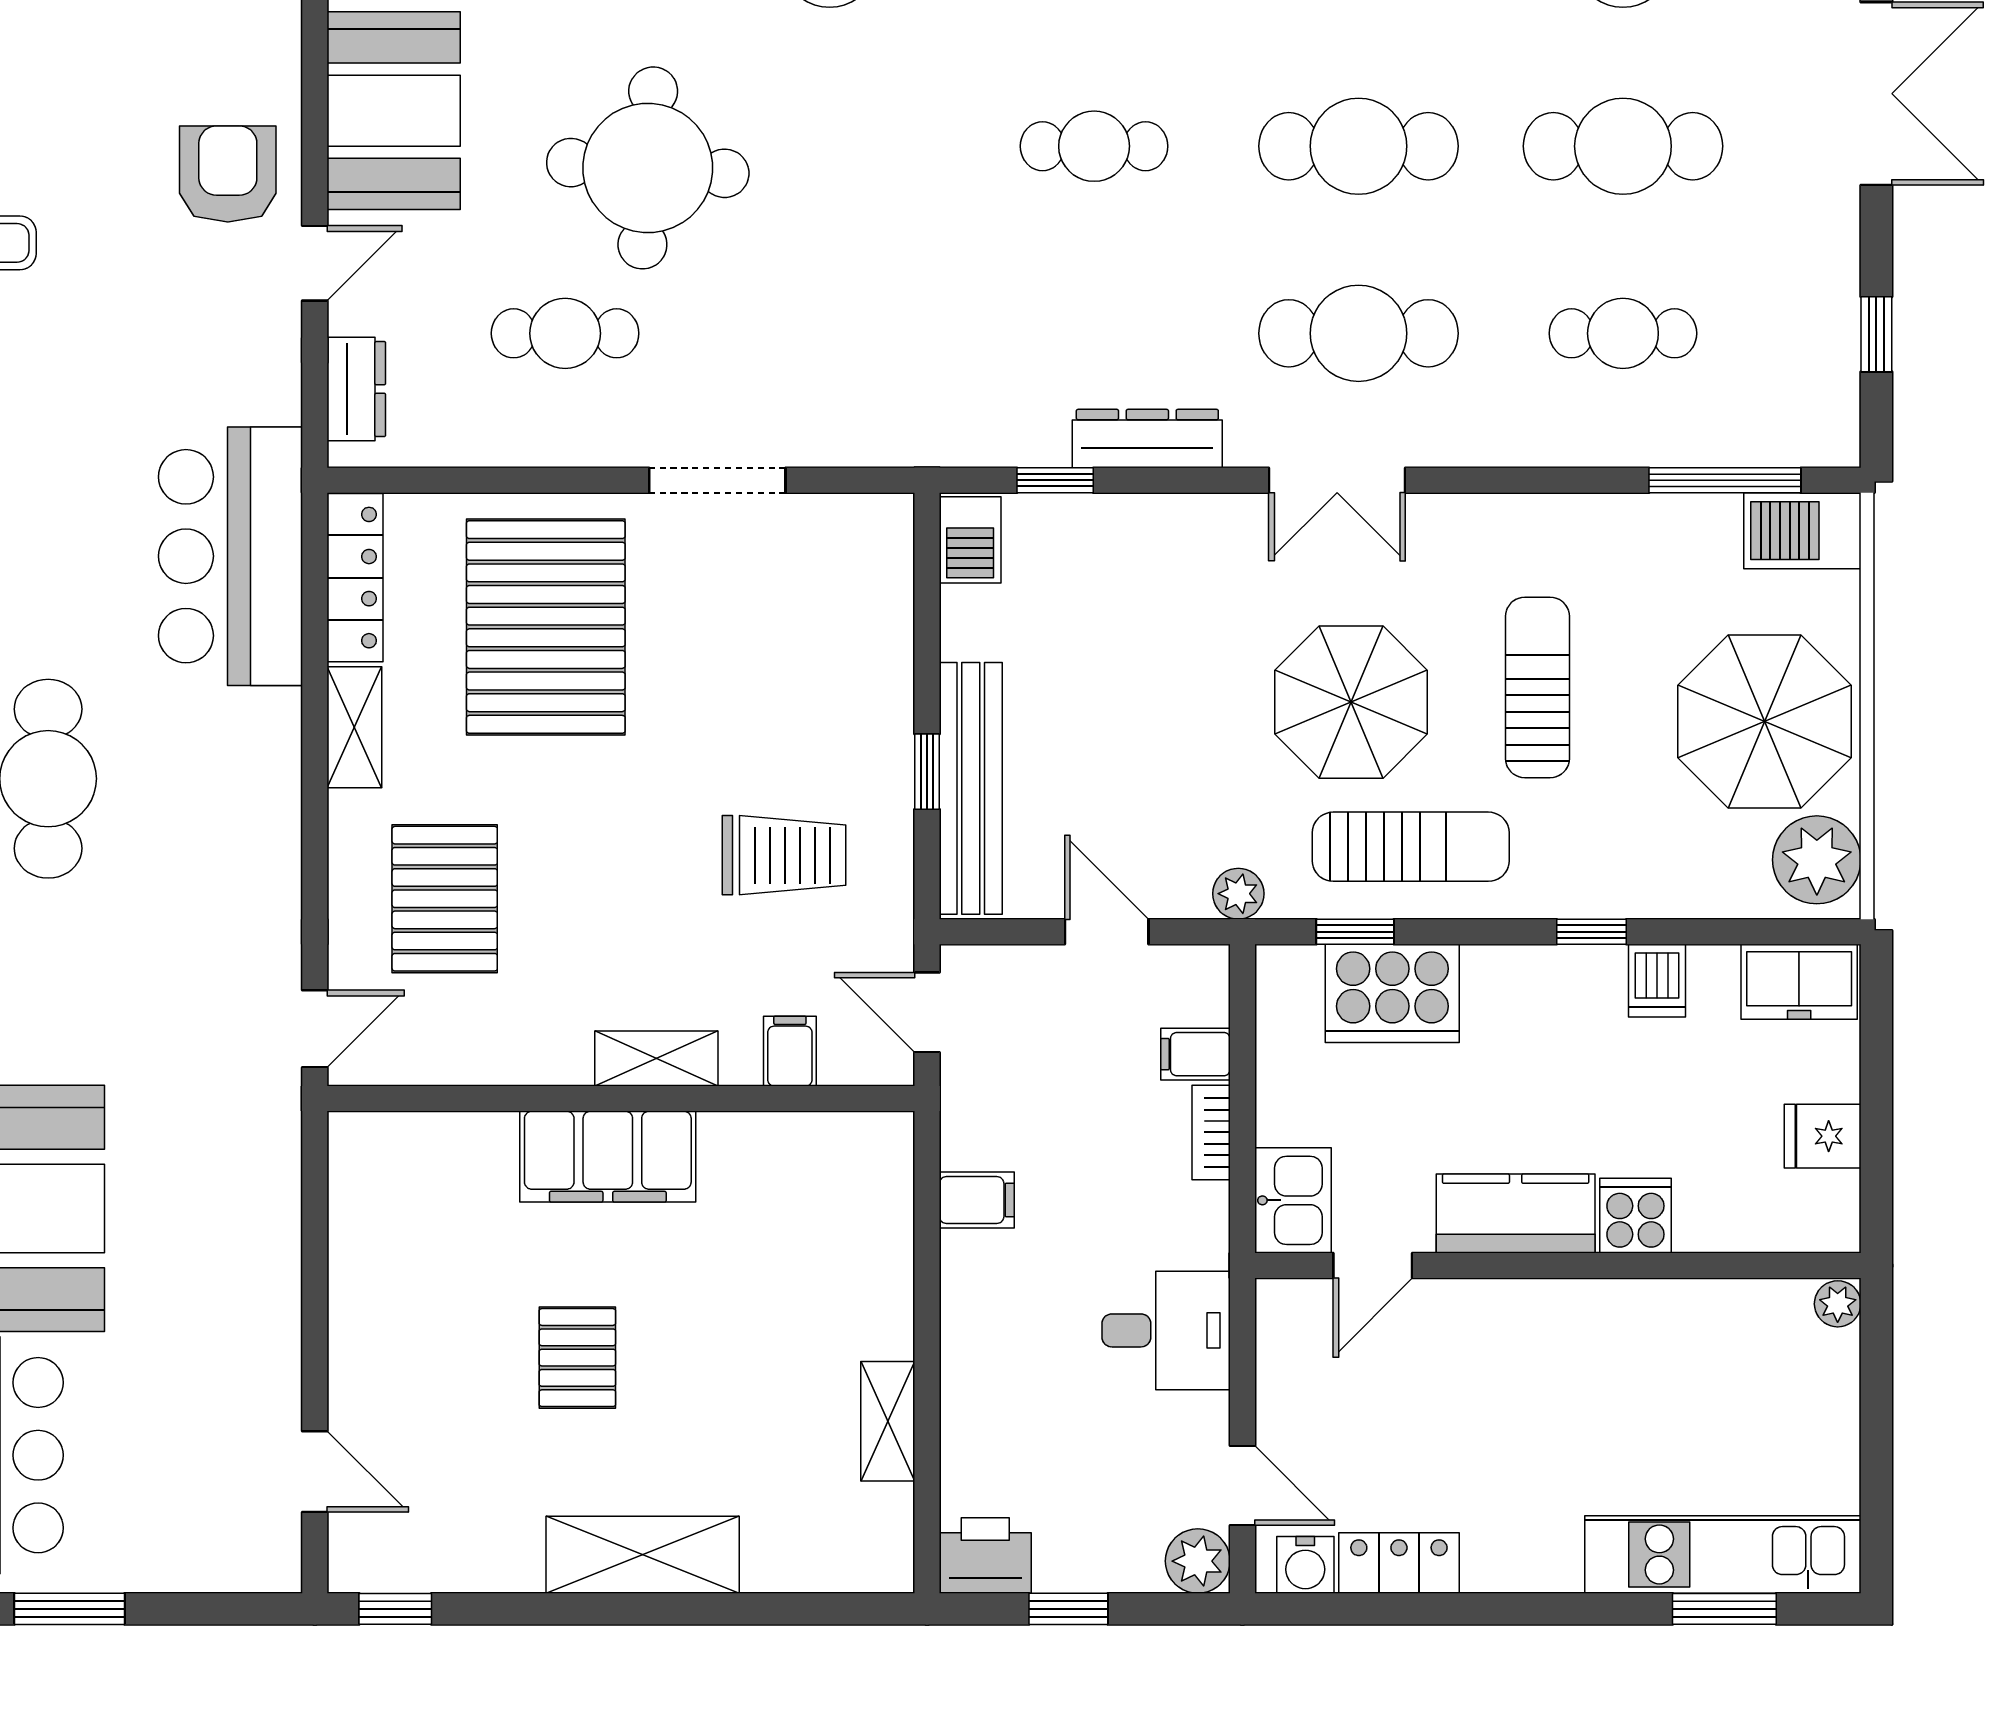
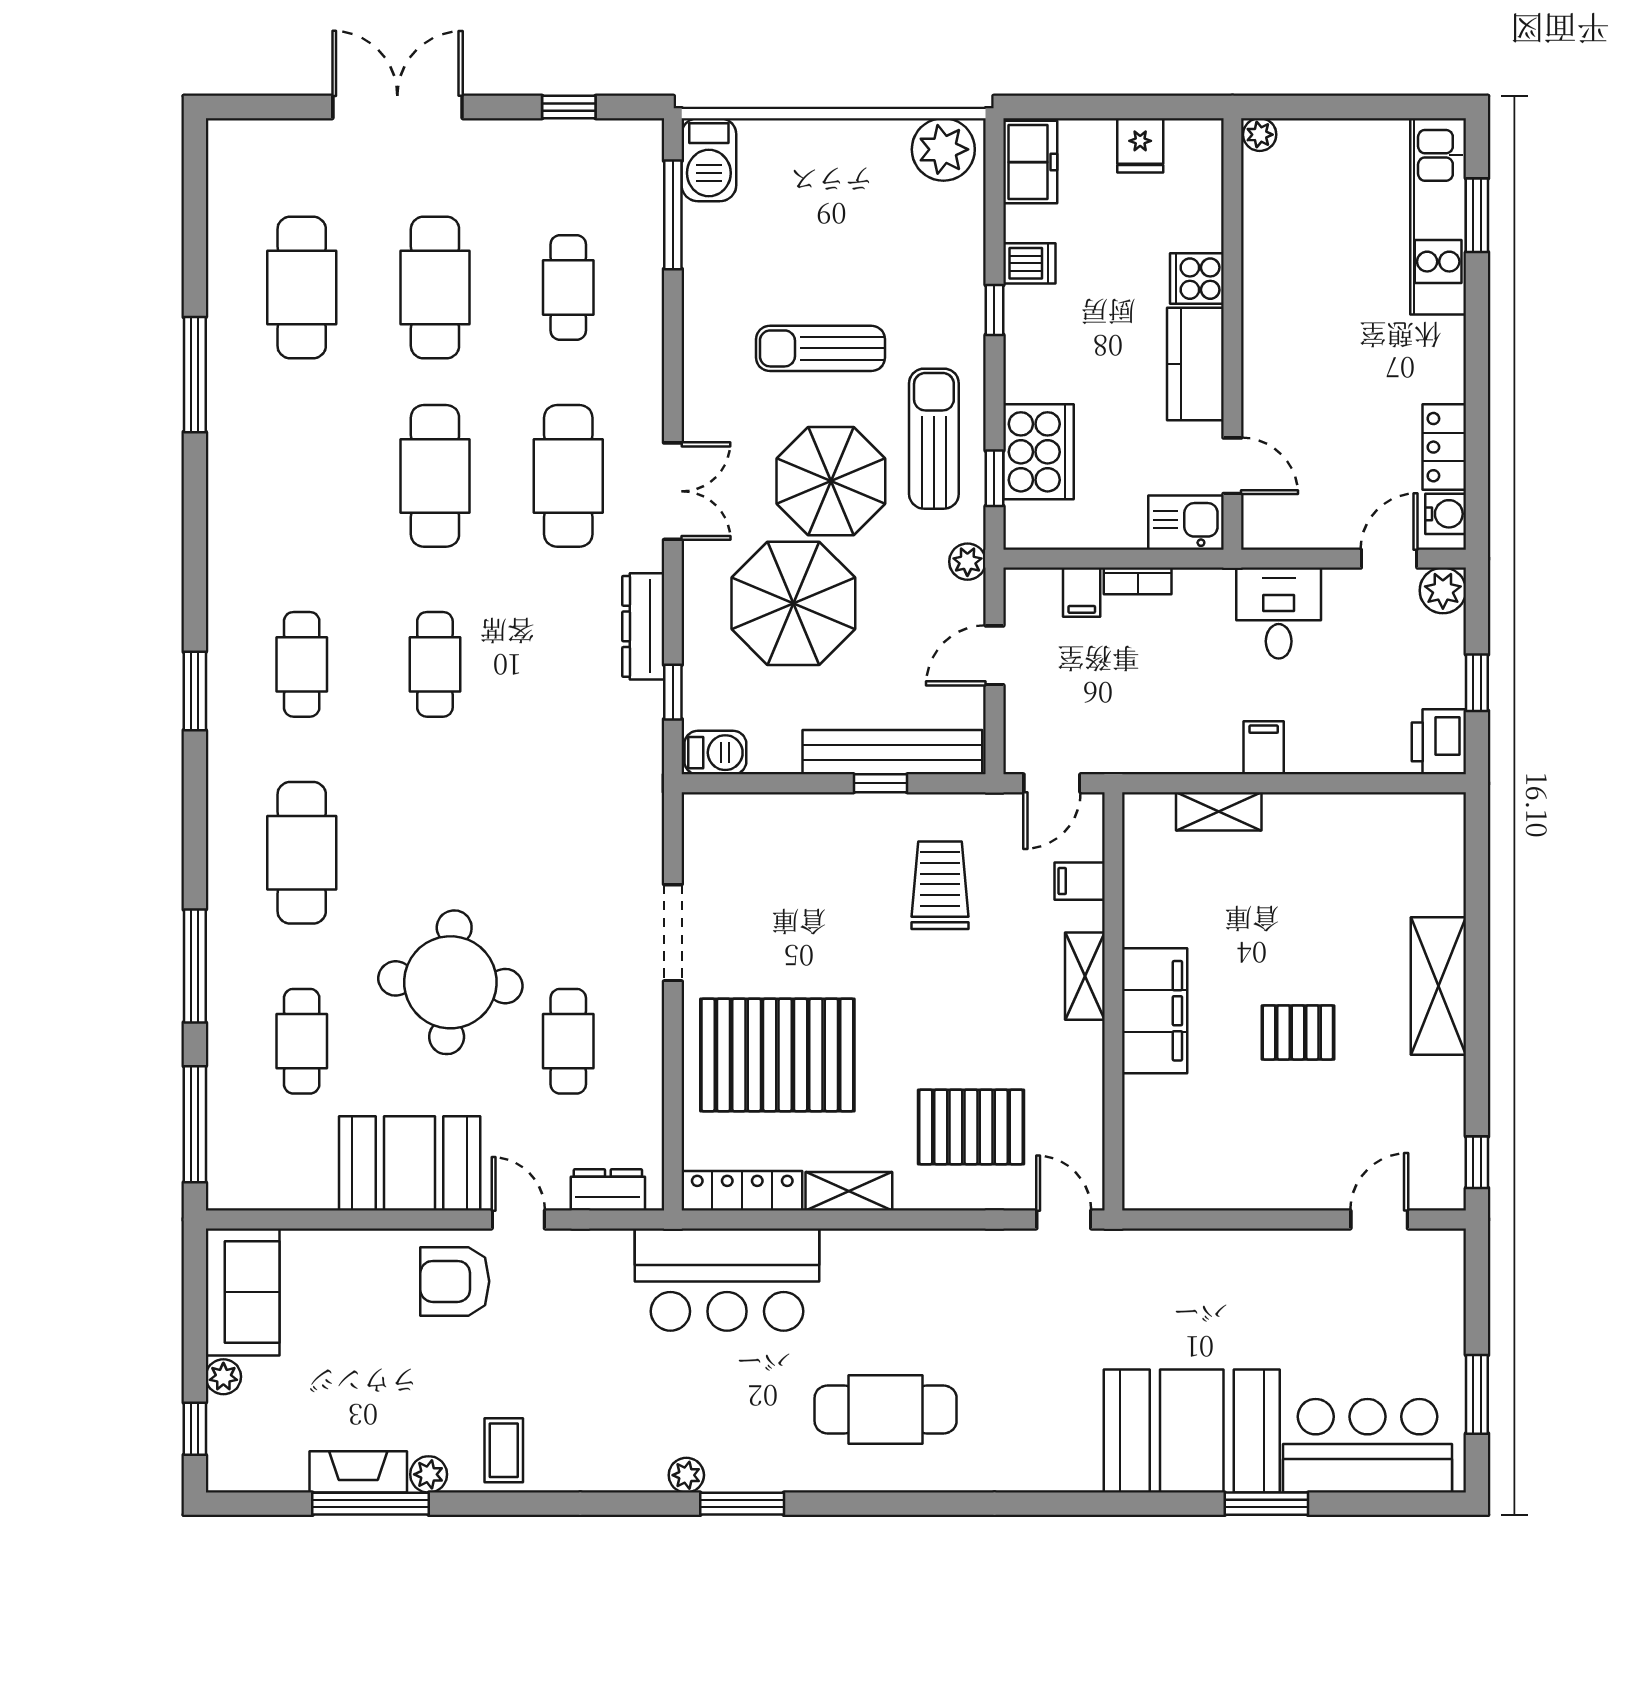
parasol: (1765, 722) -> (793, 603), moved
filing cabinet: (977, 1200) -> (1264, 748), moved
shelving: (888, 1421) -> (1219, 811), moved

